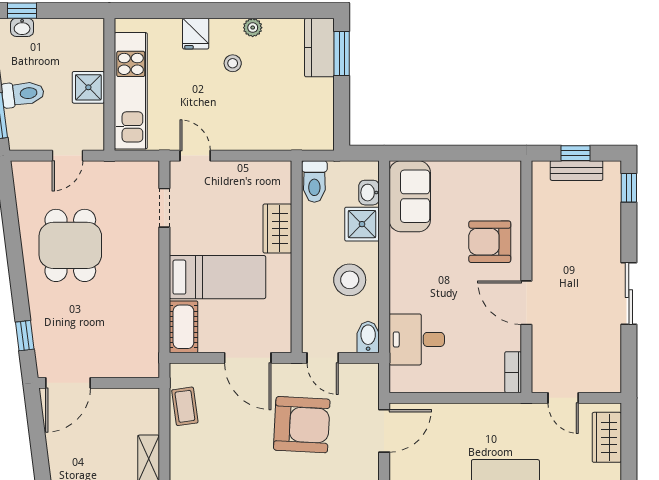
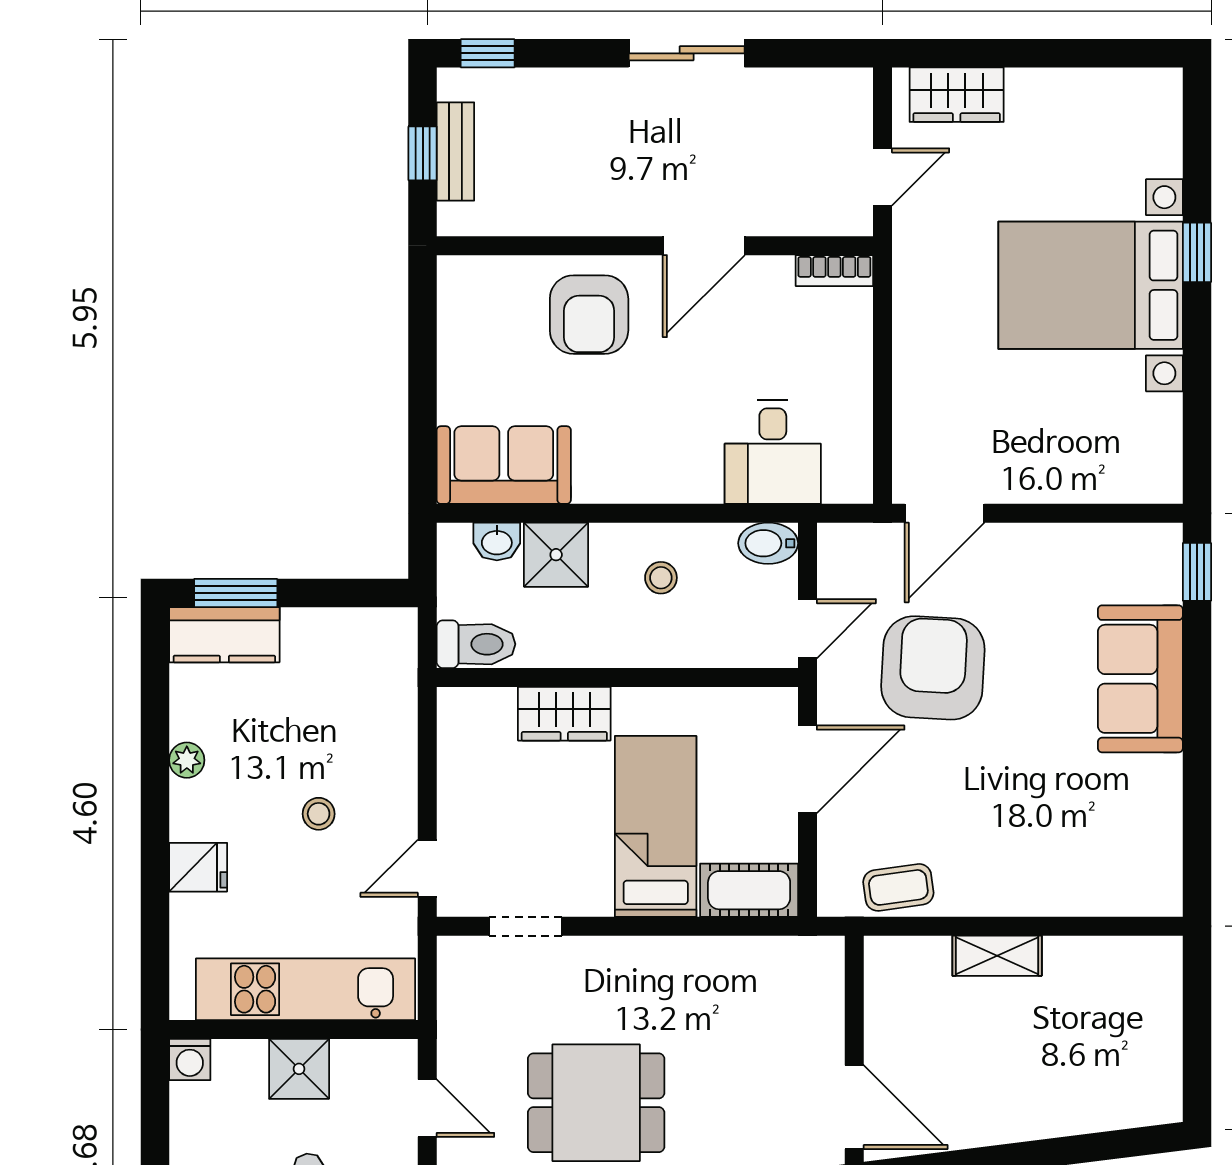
washing machine: (93, 29) -> (190, 1059), added
stool: (233, 63) -> (319, 814), moved
stool: (350, 280) -> (661, 578), width x0.53, depth x0.53
door: (384, 431) -> (944, 513), swing flipped

